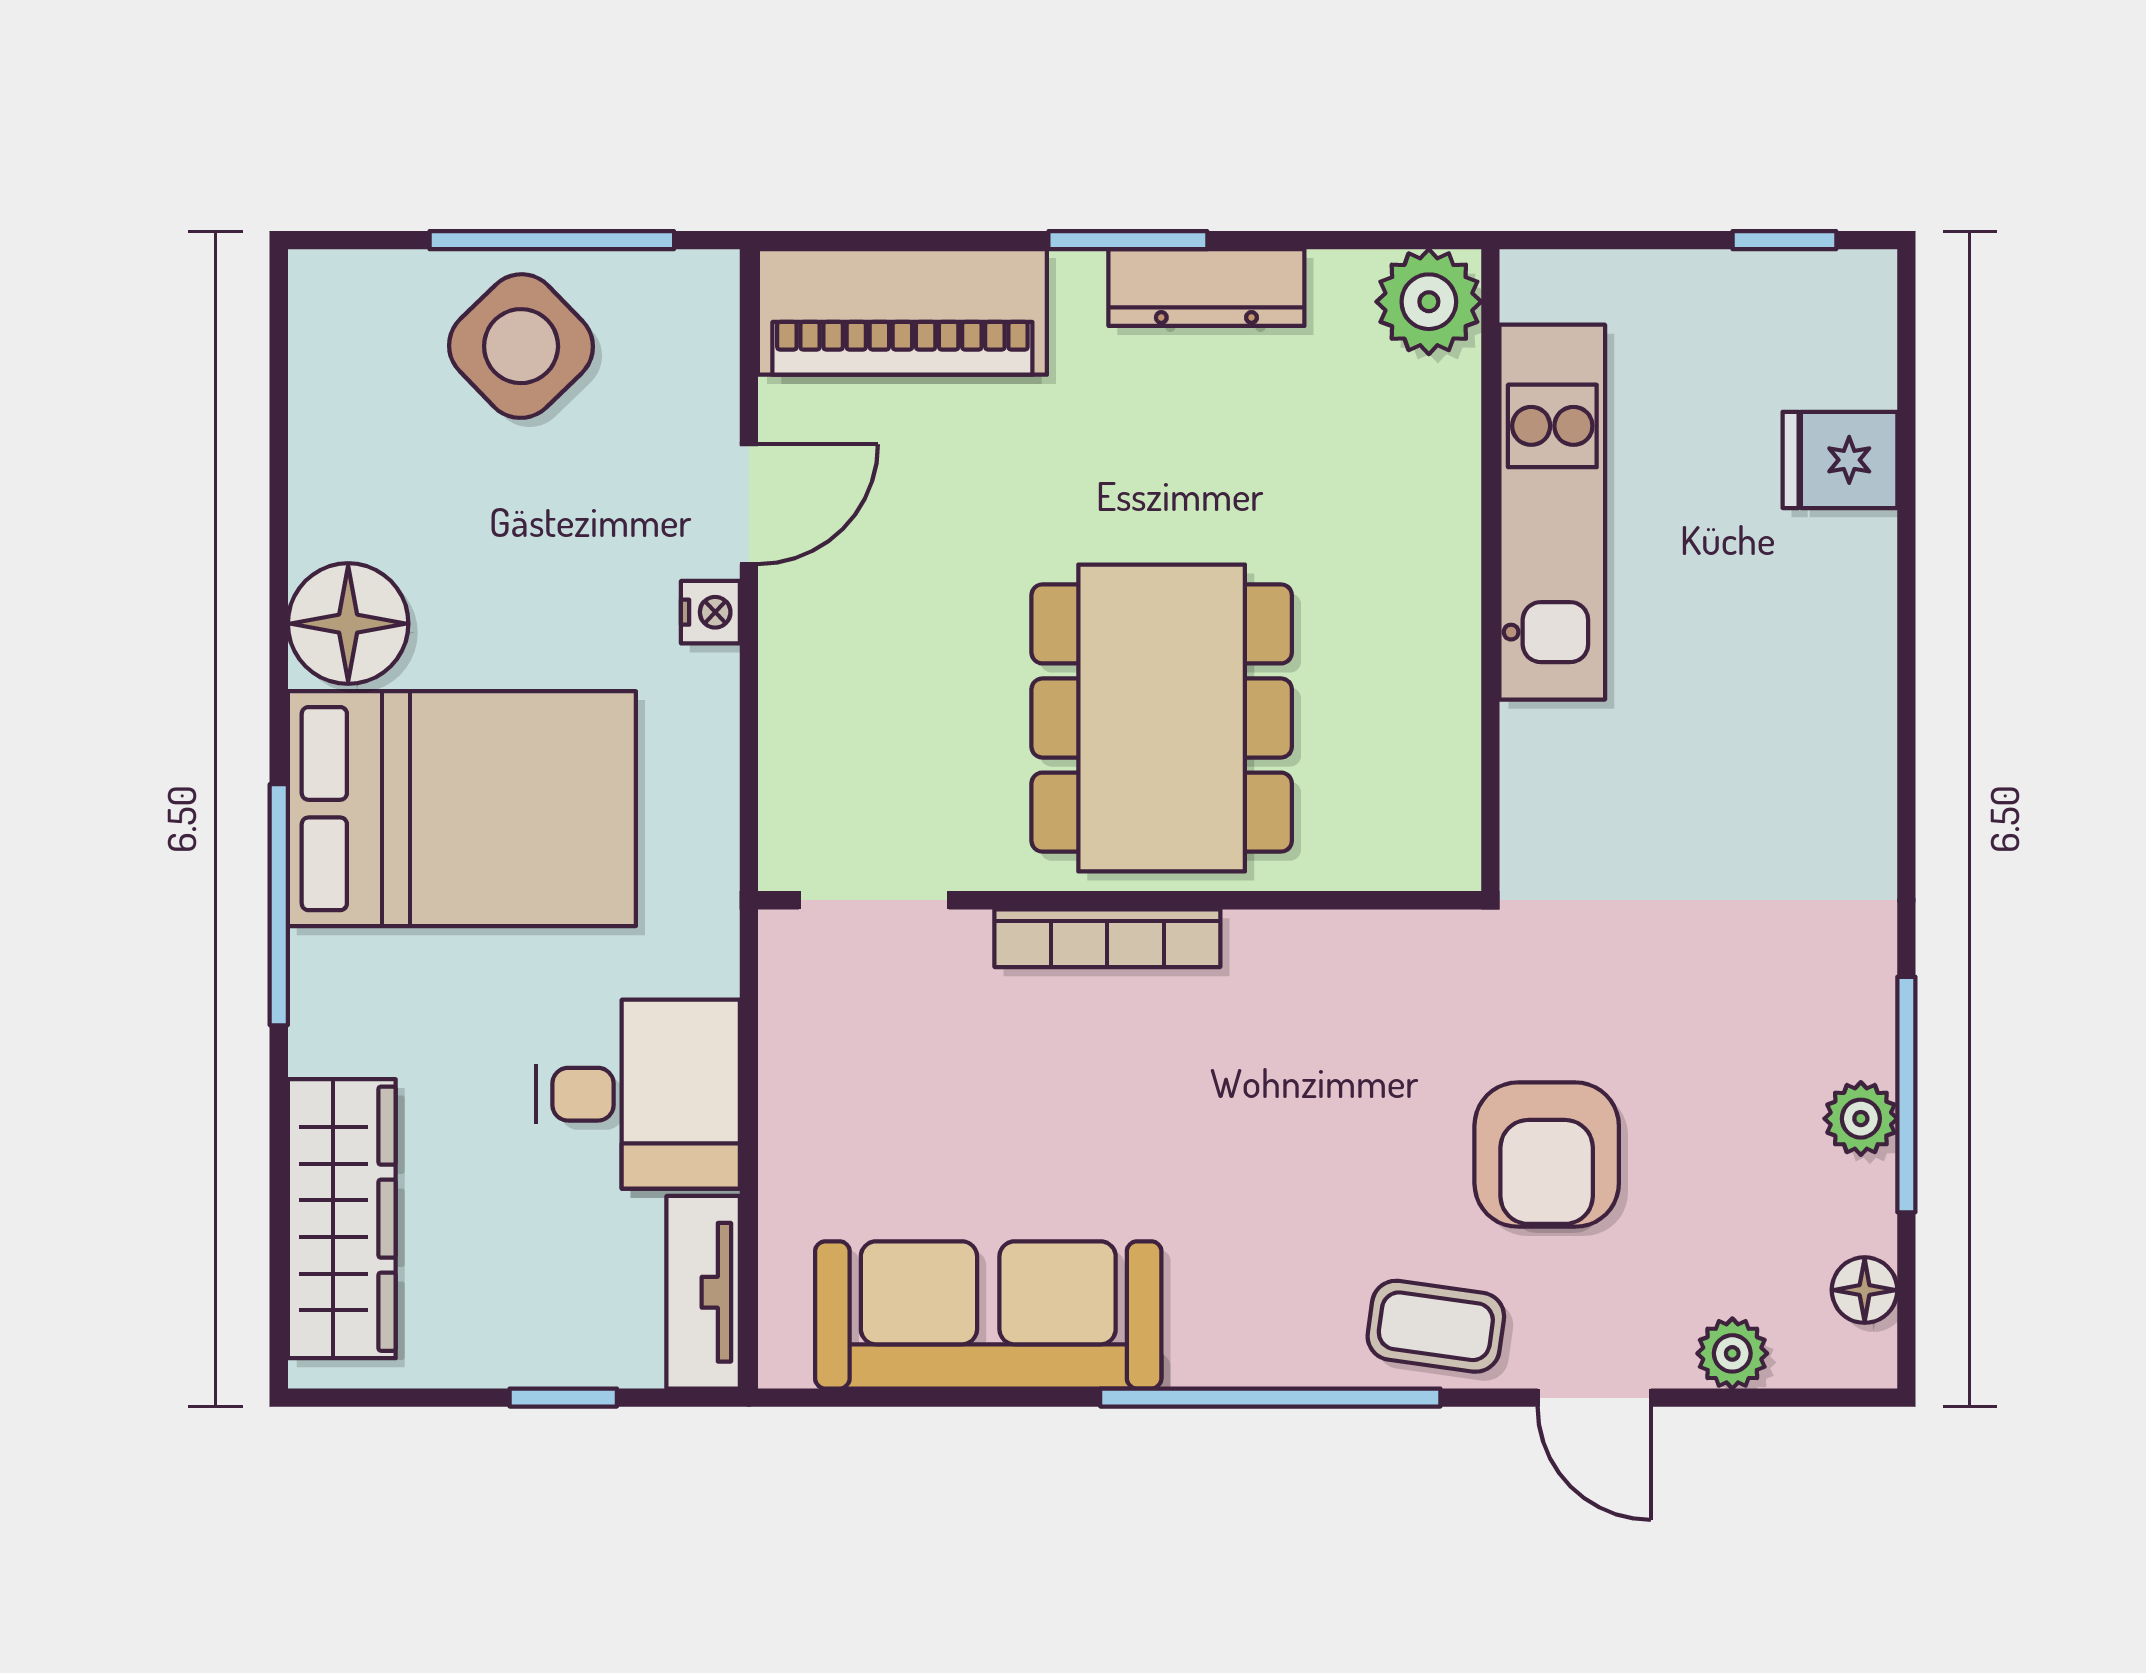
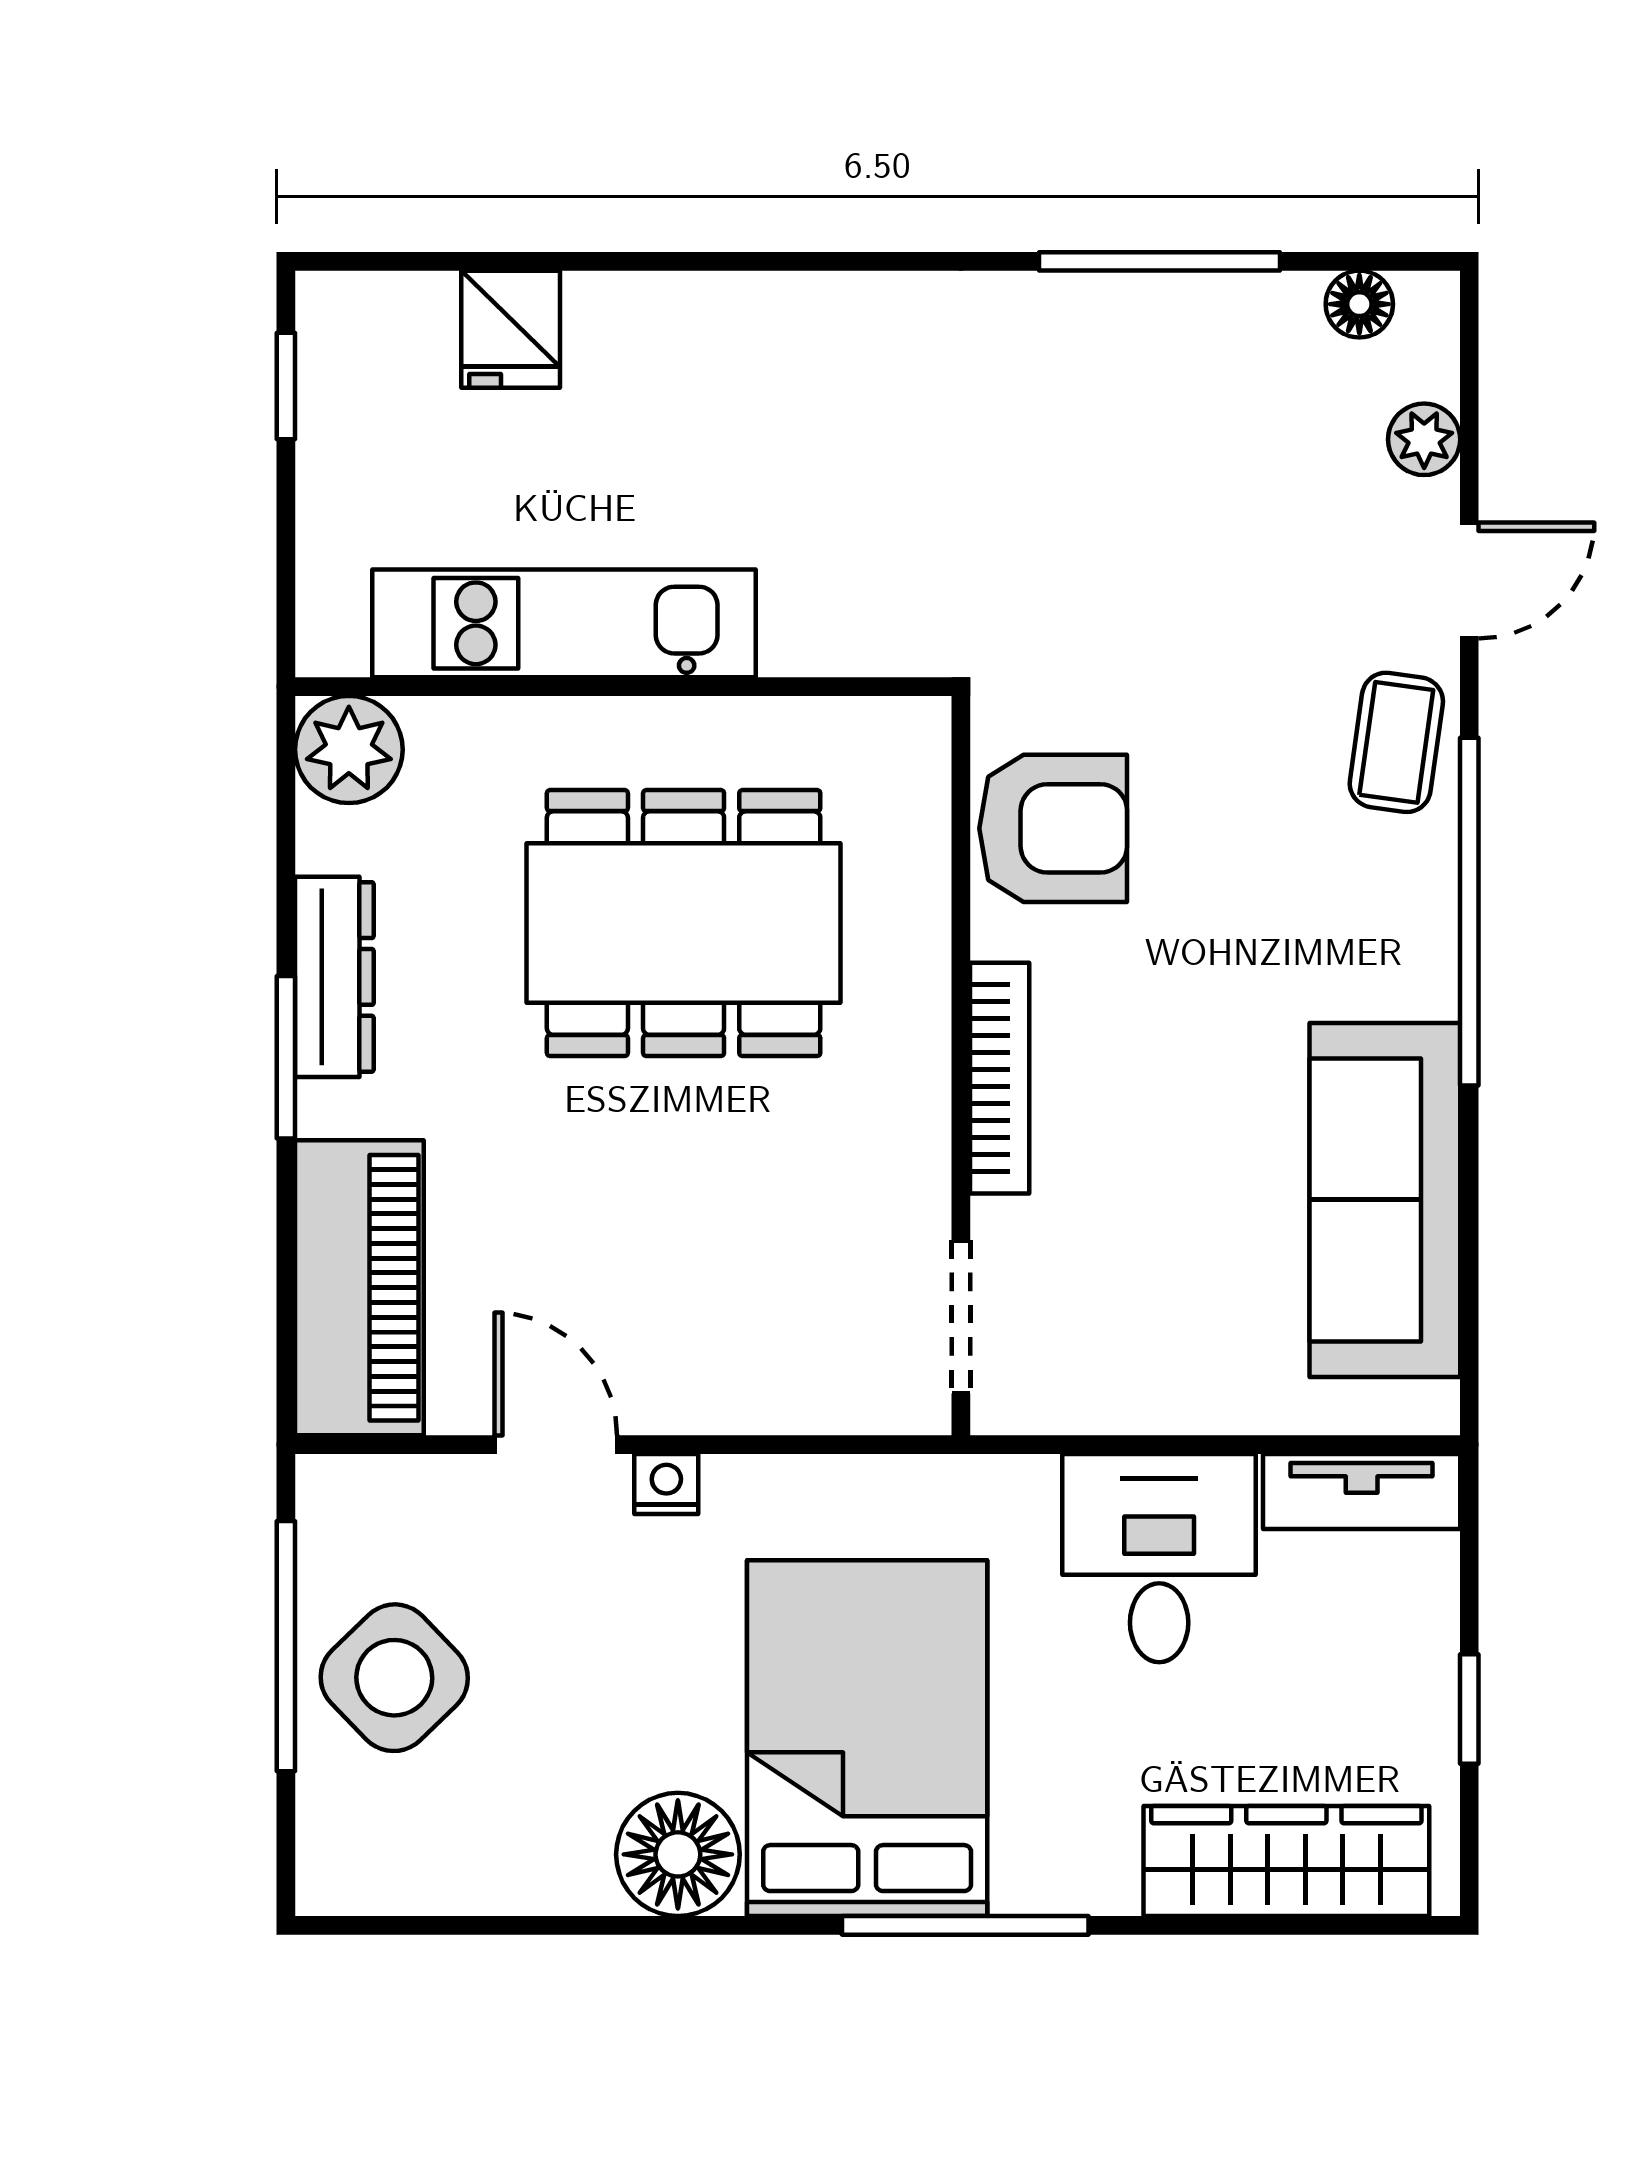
dining table: (1162, 718) -> (684, 923), moved
plant: (1861, 1119) -> (1184, 308), removed
armchair: (1547, 1155) -> (1053, 828), moved
window: (563, 1398) -> (1469, 1709), moved

